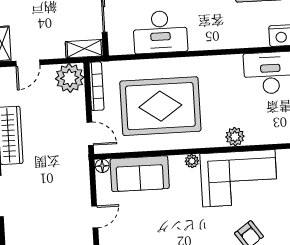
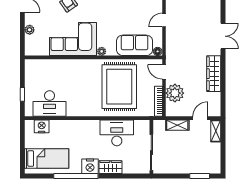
shelving: (84, 49) -> (177, 125), moved
plant: (70, 78) -> (175, 93), moved
rug: (160, 106) -> (119, 87), turned 90
plant: (235, 137) -> (74, 65), removed

